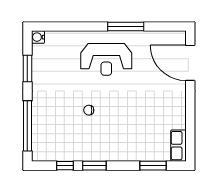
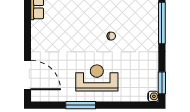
window: (27, 68) -> (162, 83), moved

